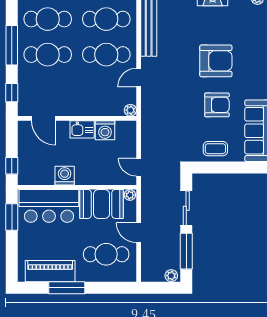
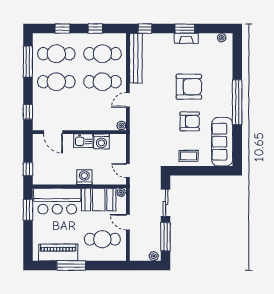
window: (12, 45) -> (28, 62), moved
washing machine: (65, 176) -> (84, 177), moved

